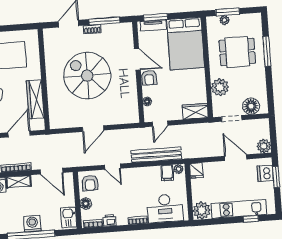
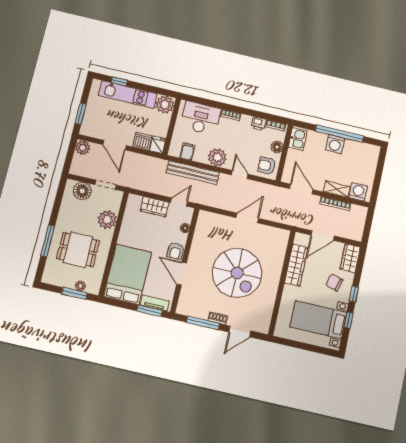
armchair: (149, 78) -> (175, 251), turned 180
wardrobe: (195, 111) -> (155, 207), moved
plant: (179, 169) -> (217, 157), moved, width x1.87, depth x1.87
dishwasher: (265, 173) -> (142, 141), moved, turned -90
armchair: (90, 183) -> (267, 166), turned -90

